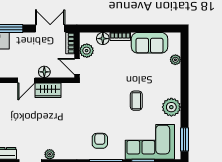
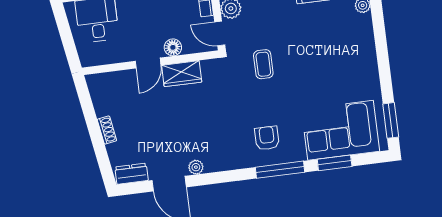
coffee table: (136, 101) -> (263, 64), moved
plant: (171, 107) -> (365, 76), removed

